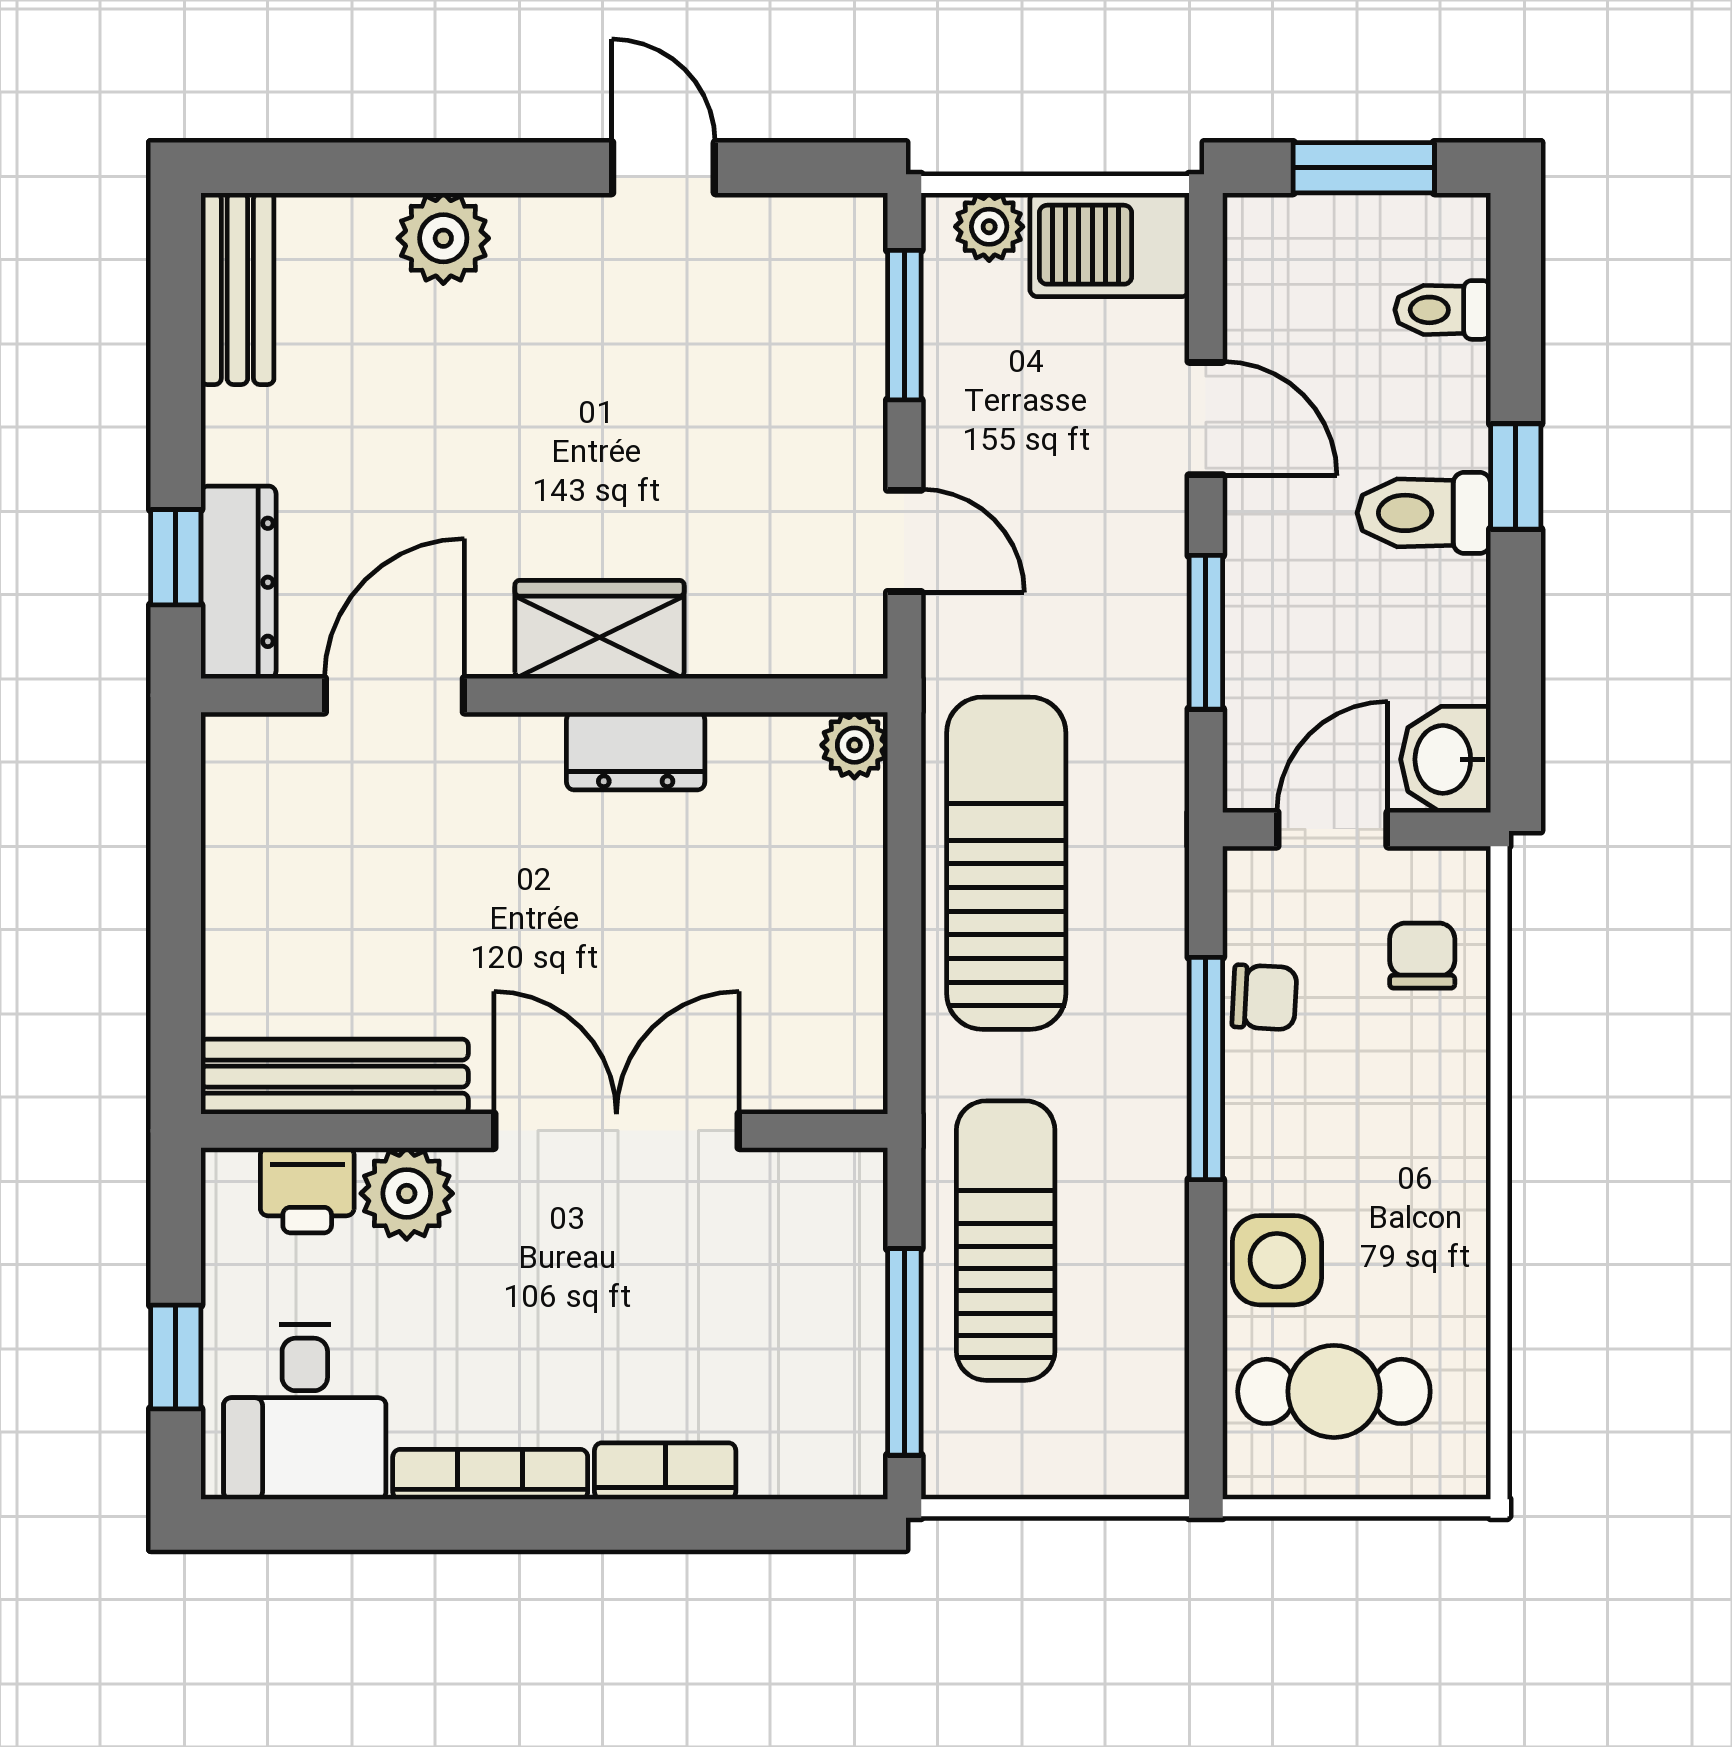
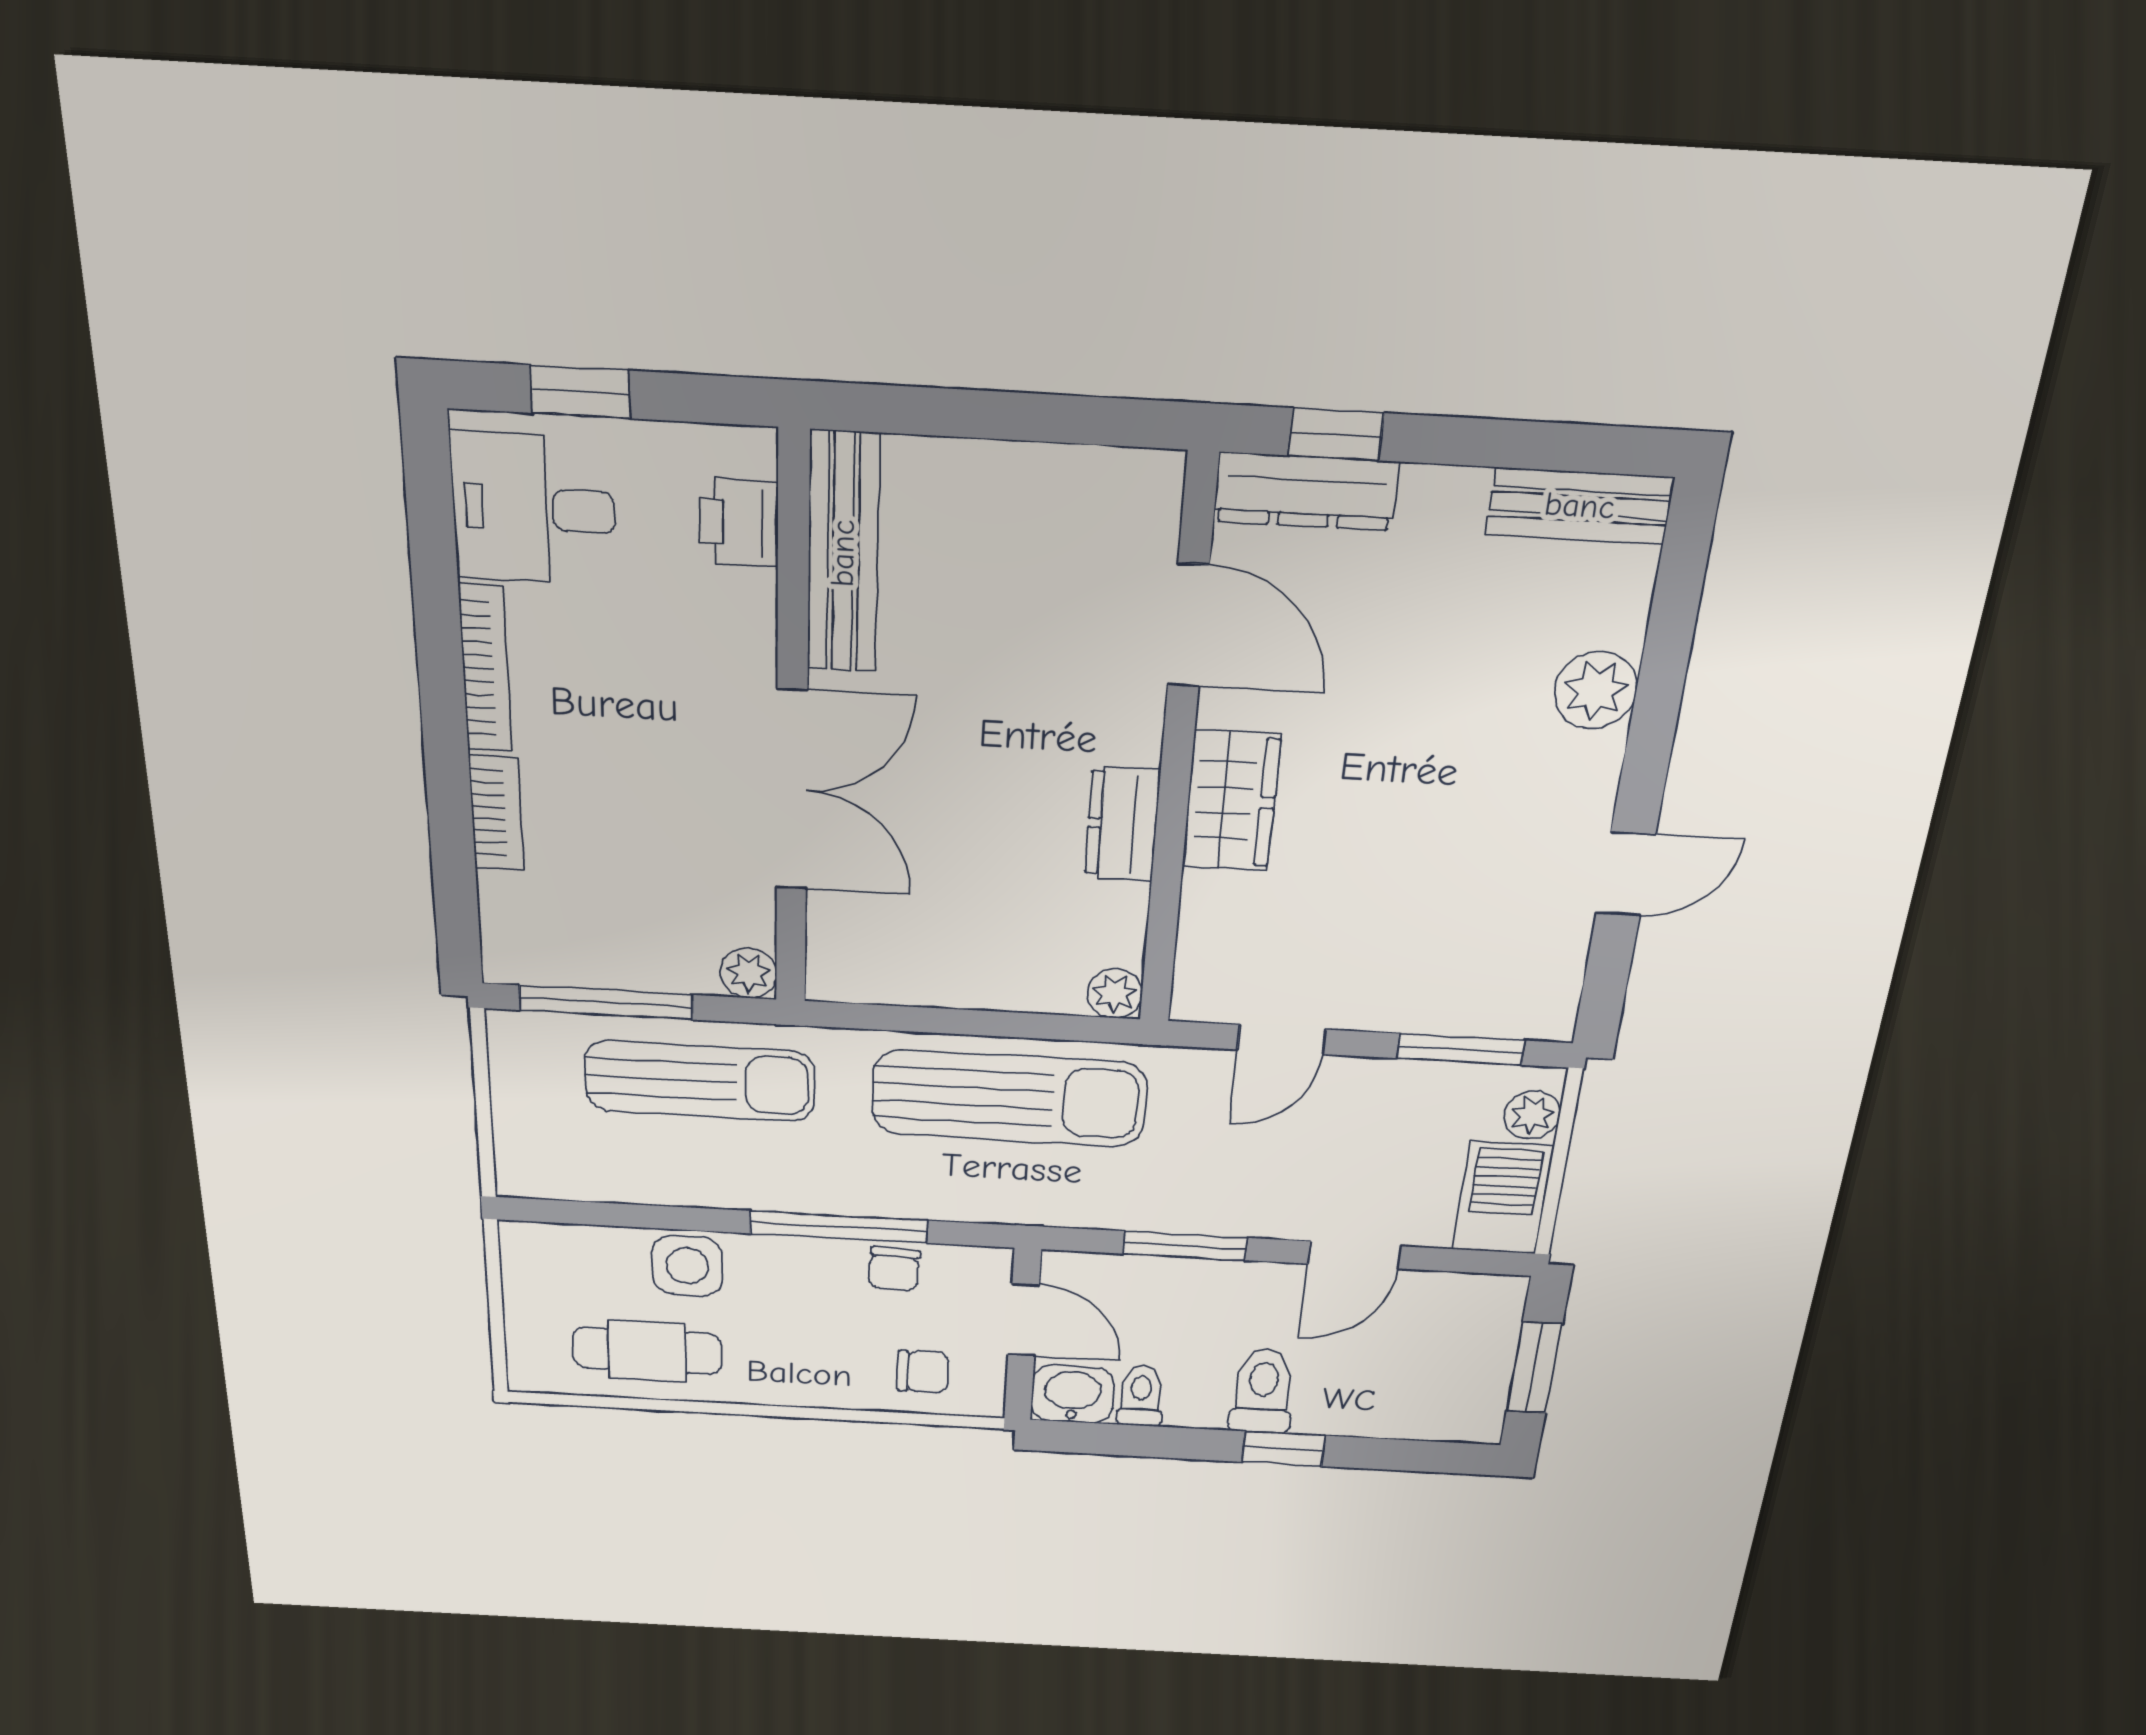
toilet: (1443, 310) -> (1141, 1396), moved
plant: (407, 1193) -> (749, 973), moved, width x0.73, depth x0.73
cafe table: (1334, 1391) -> (647, 1351), moved, turned 90

